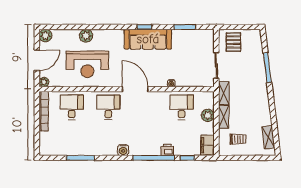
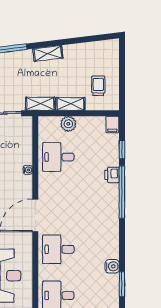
shelving: (268, 137) -> (48, 53), moved
filing cabinet: (207, 145) -> (112, 124), width x0.50
water cooler: (123, 150) -> (112, 266), moved
window: (81, 158) -> (122, 284), width x0.69

